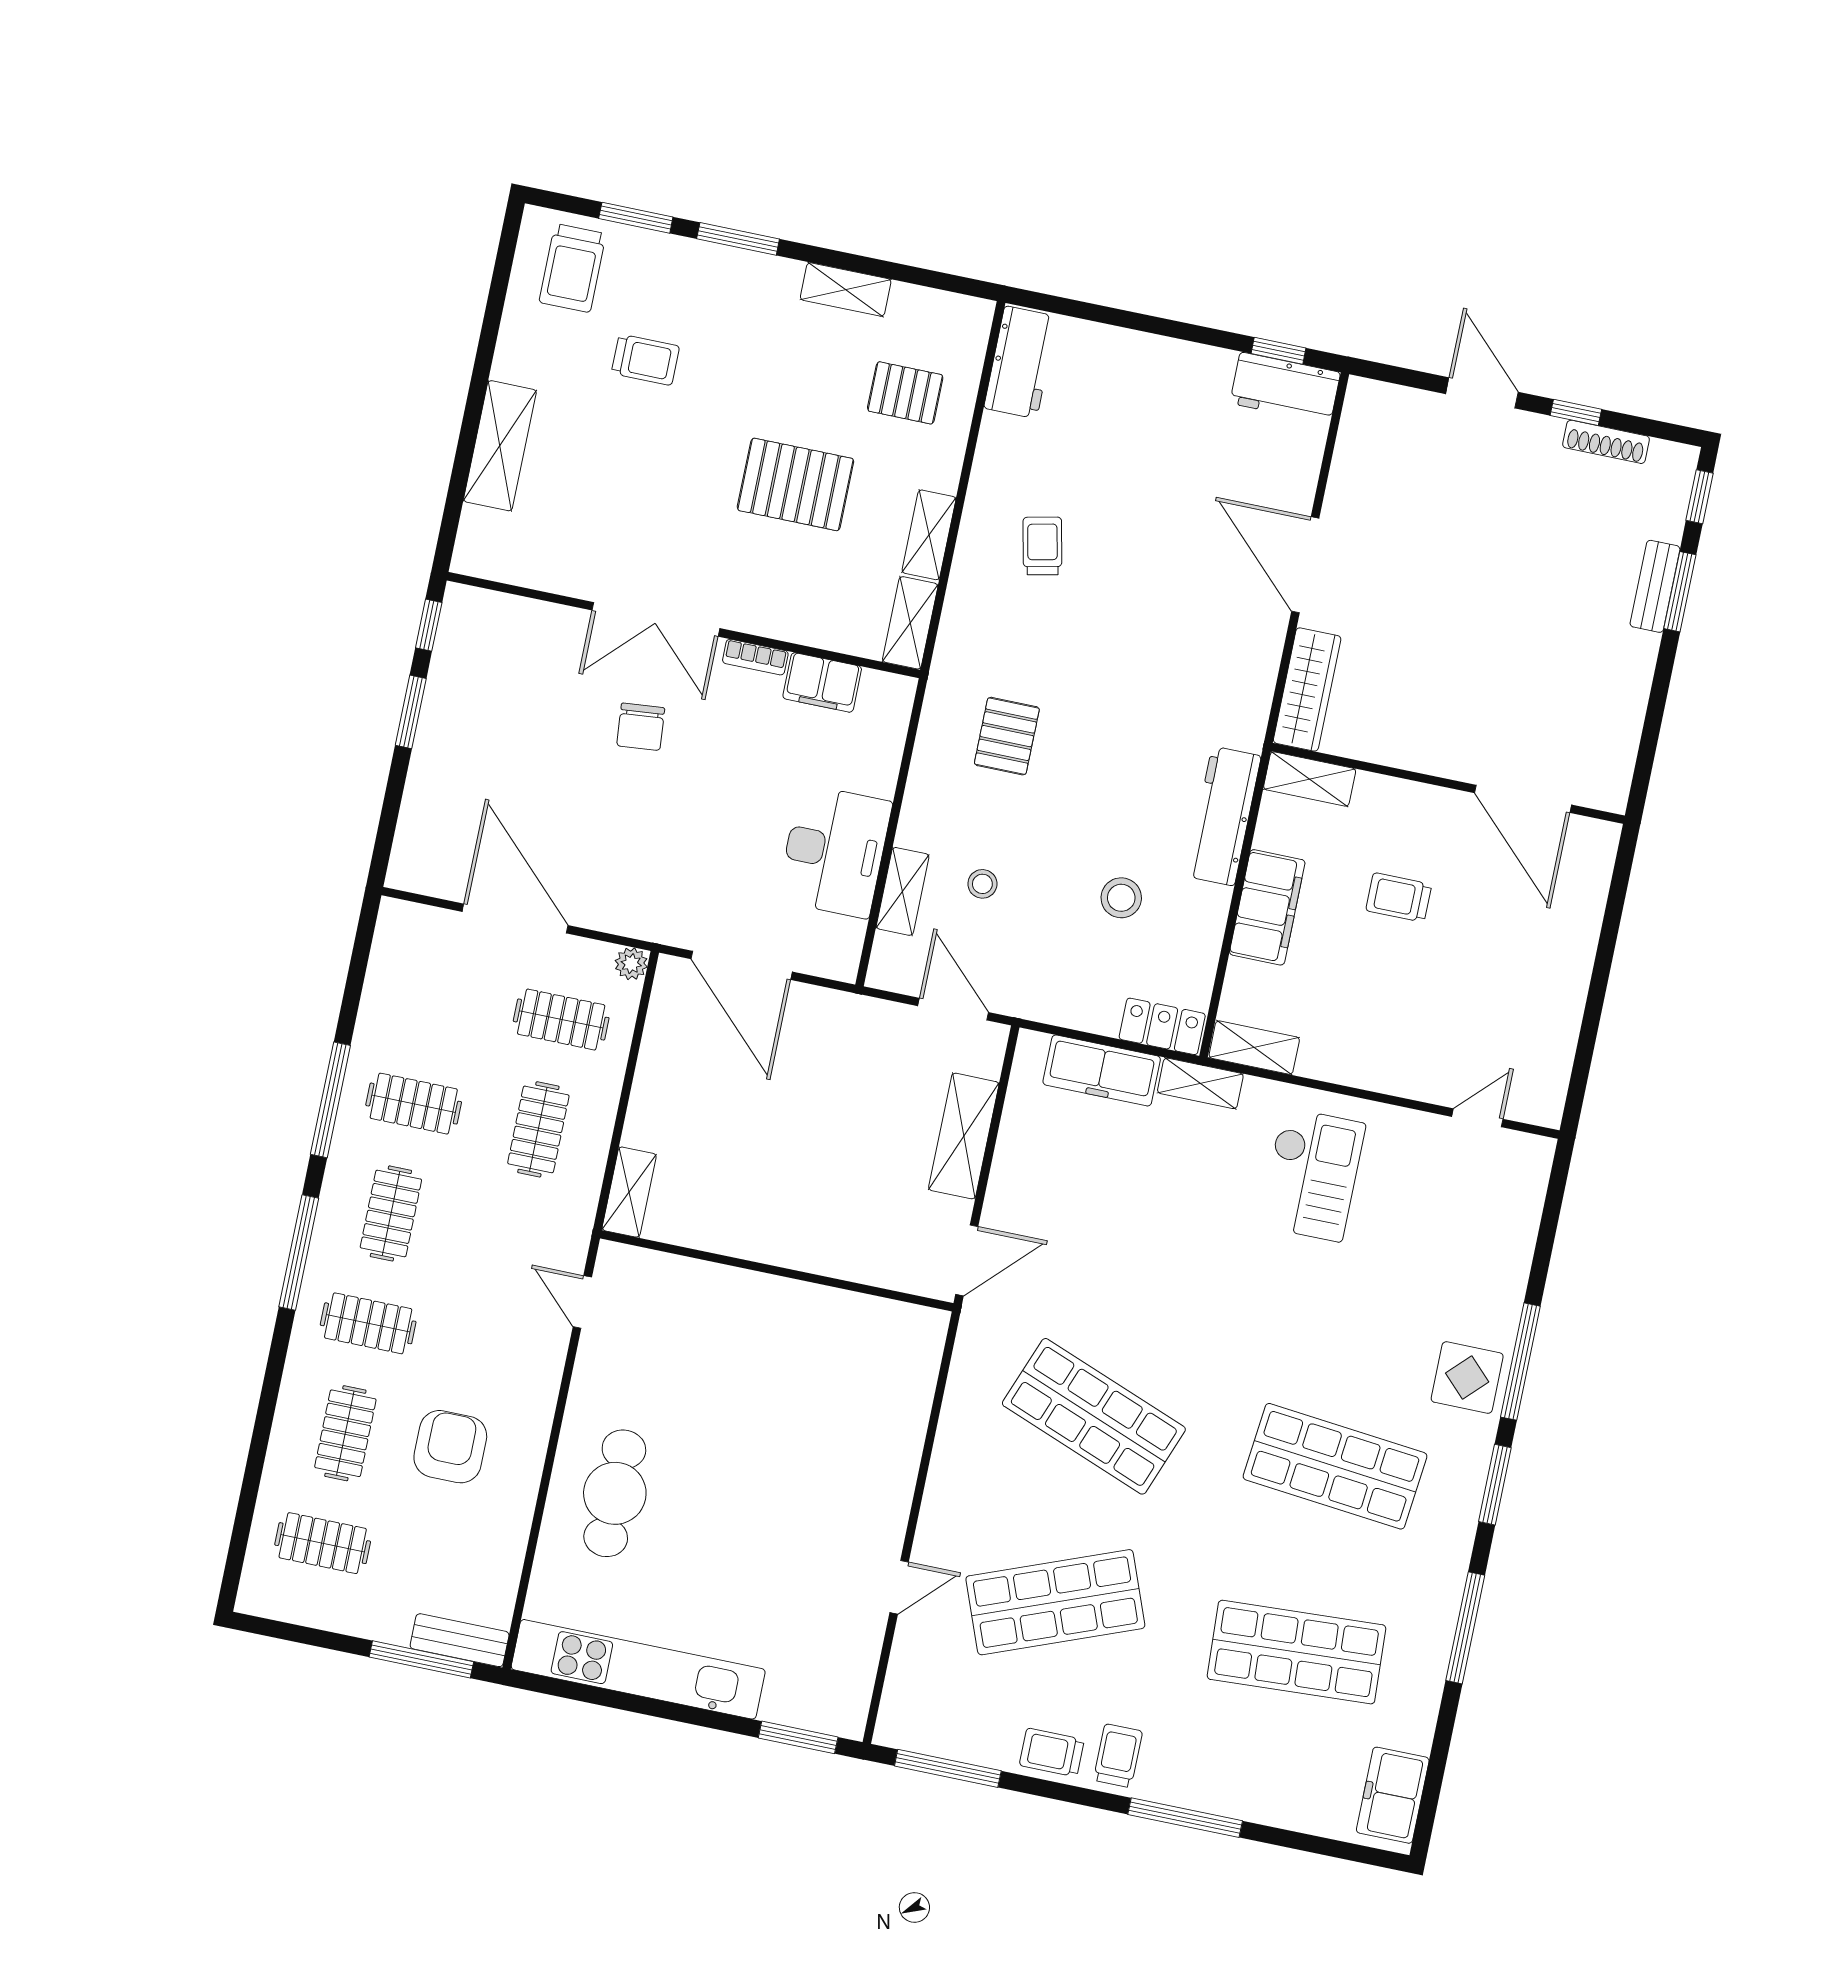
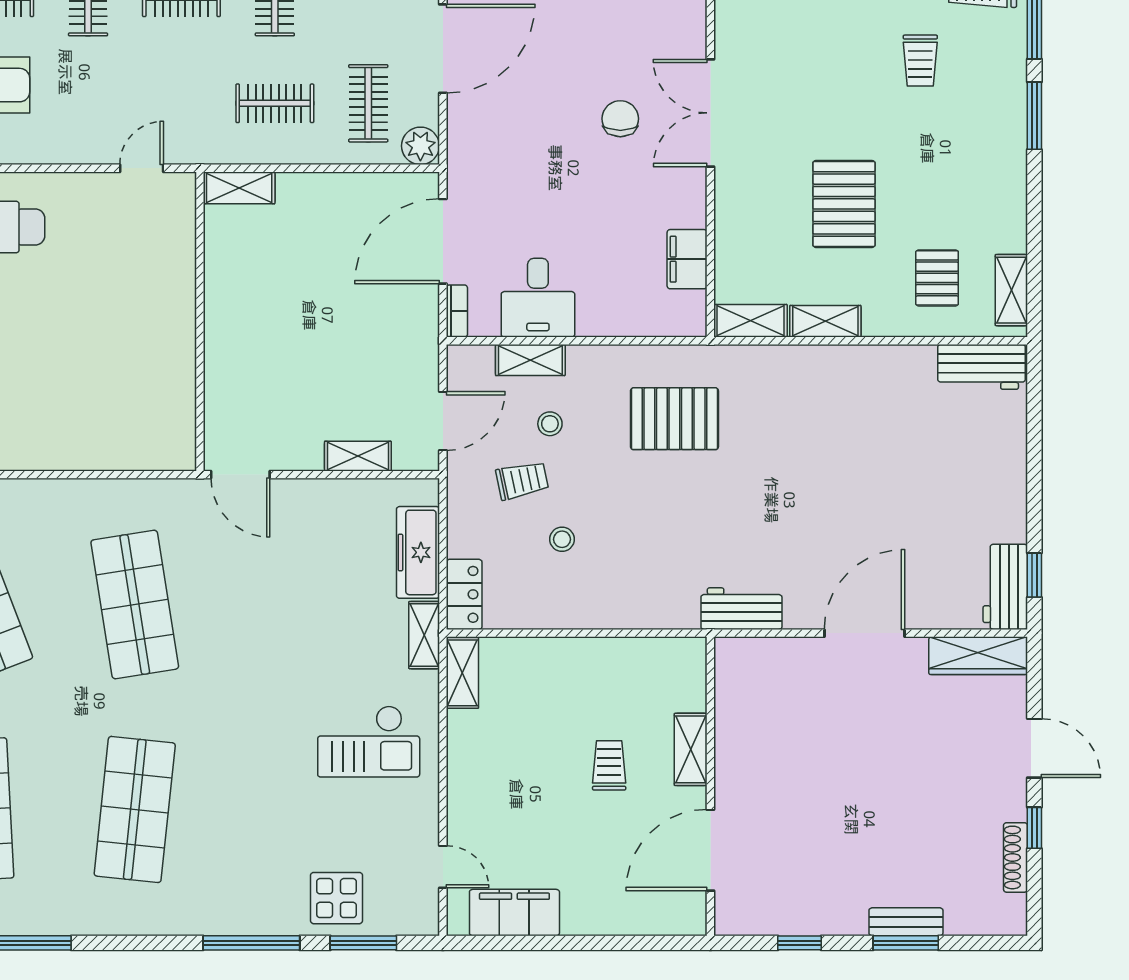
shelving: (846, 289) -> (1011, 290), moved
door: (1482, 393) -> (1034, 748), hinge flipped
window: (1700, 497) -> (800, 943), moved
trolley: (1042, 546) -> (522, 480), moved
bookcase: (755, 657) -> (457, 311), moved, turned 180
wardrobe: (1307, 689) -> (978, 656), moved
chair: (641, 727) -> (620, 119), turned 95
pallet: (1007, 736) -> (674, 419), width x1.50, depth x1.42
shelving: (1310, 779) -> (691, 749), moved
workbench: (1223, 816) -> (741, 609), moved, width x0.73
desk: (835, 851) -> (538, 298), width x0.73
stool: (1121, 898) -> (562, 539), width x0.73, depth x0.73
filing cabinet: (1267, 907) -> (514, 913), moved, turned 180
plant: (631, 964) -> (420, 146), width x1.38, depth x1.38
shelving: (964, 1136) -> (358, 456), width x0.67, depth x0.75
display table: (1467, 1378) -> (336, 898), moved
shop shelf: (1094, 1416) -> (135, 604), turned -30
window: (1495, 1485) -> (363, 943), moved

